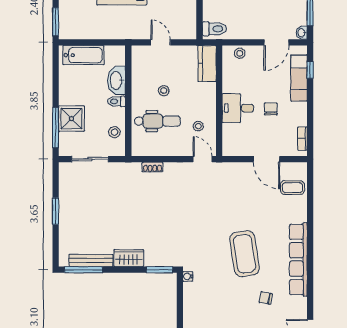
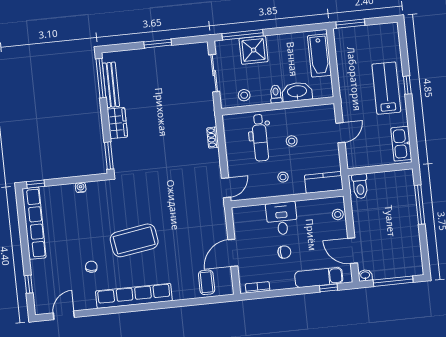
stool: (198, 126) -> (283, 177), moved
water cooler: (188, 276) -> (81, 188), moved

